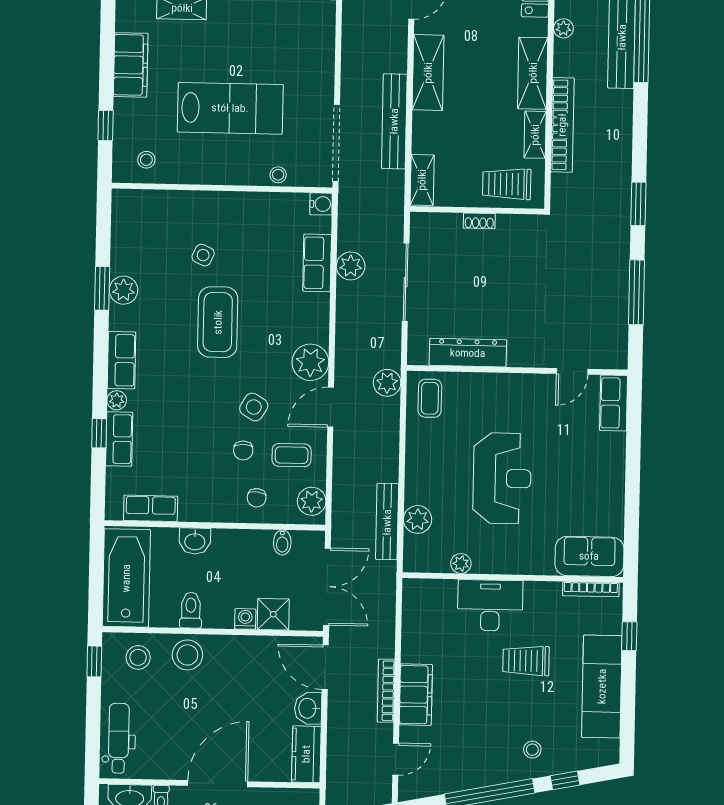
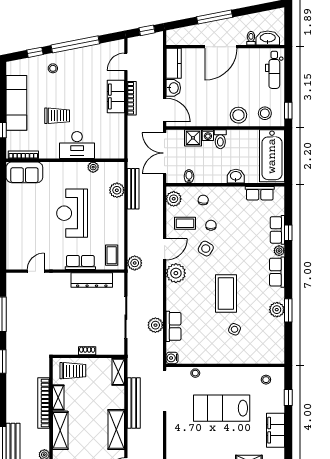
row of seats: (614, 403) -> (80, 263), moved, turned -90
toilet: (191, 610) -> (220, 139), moved

